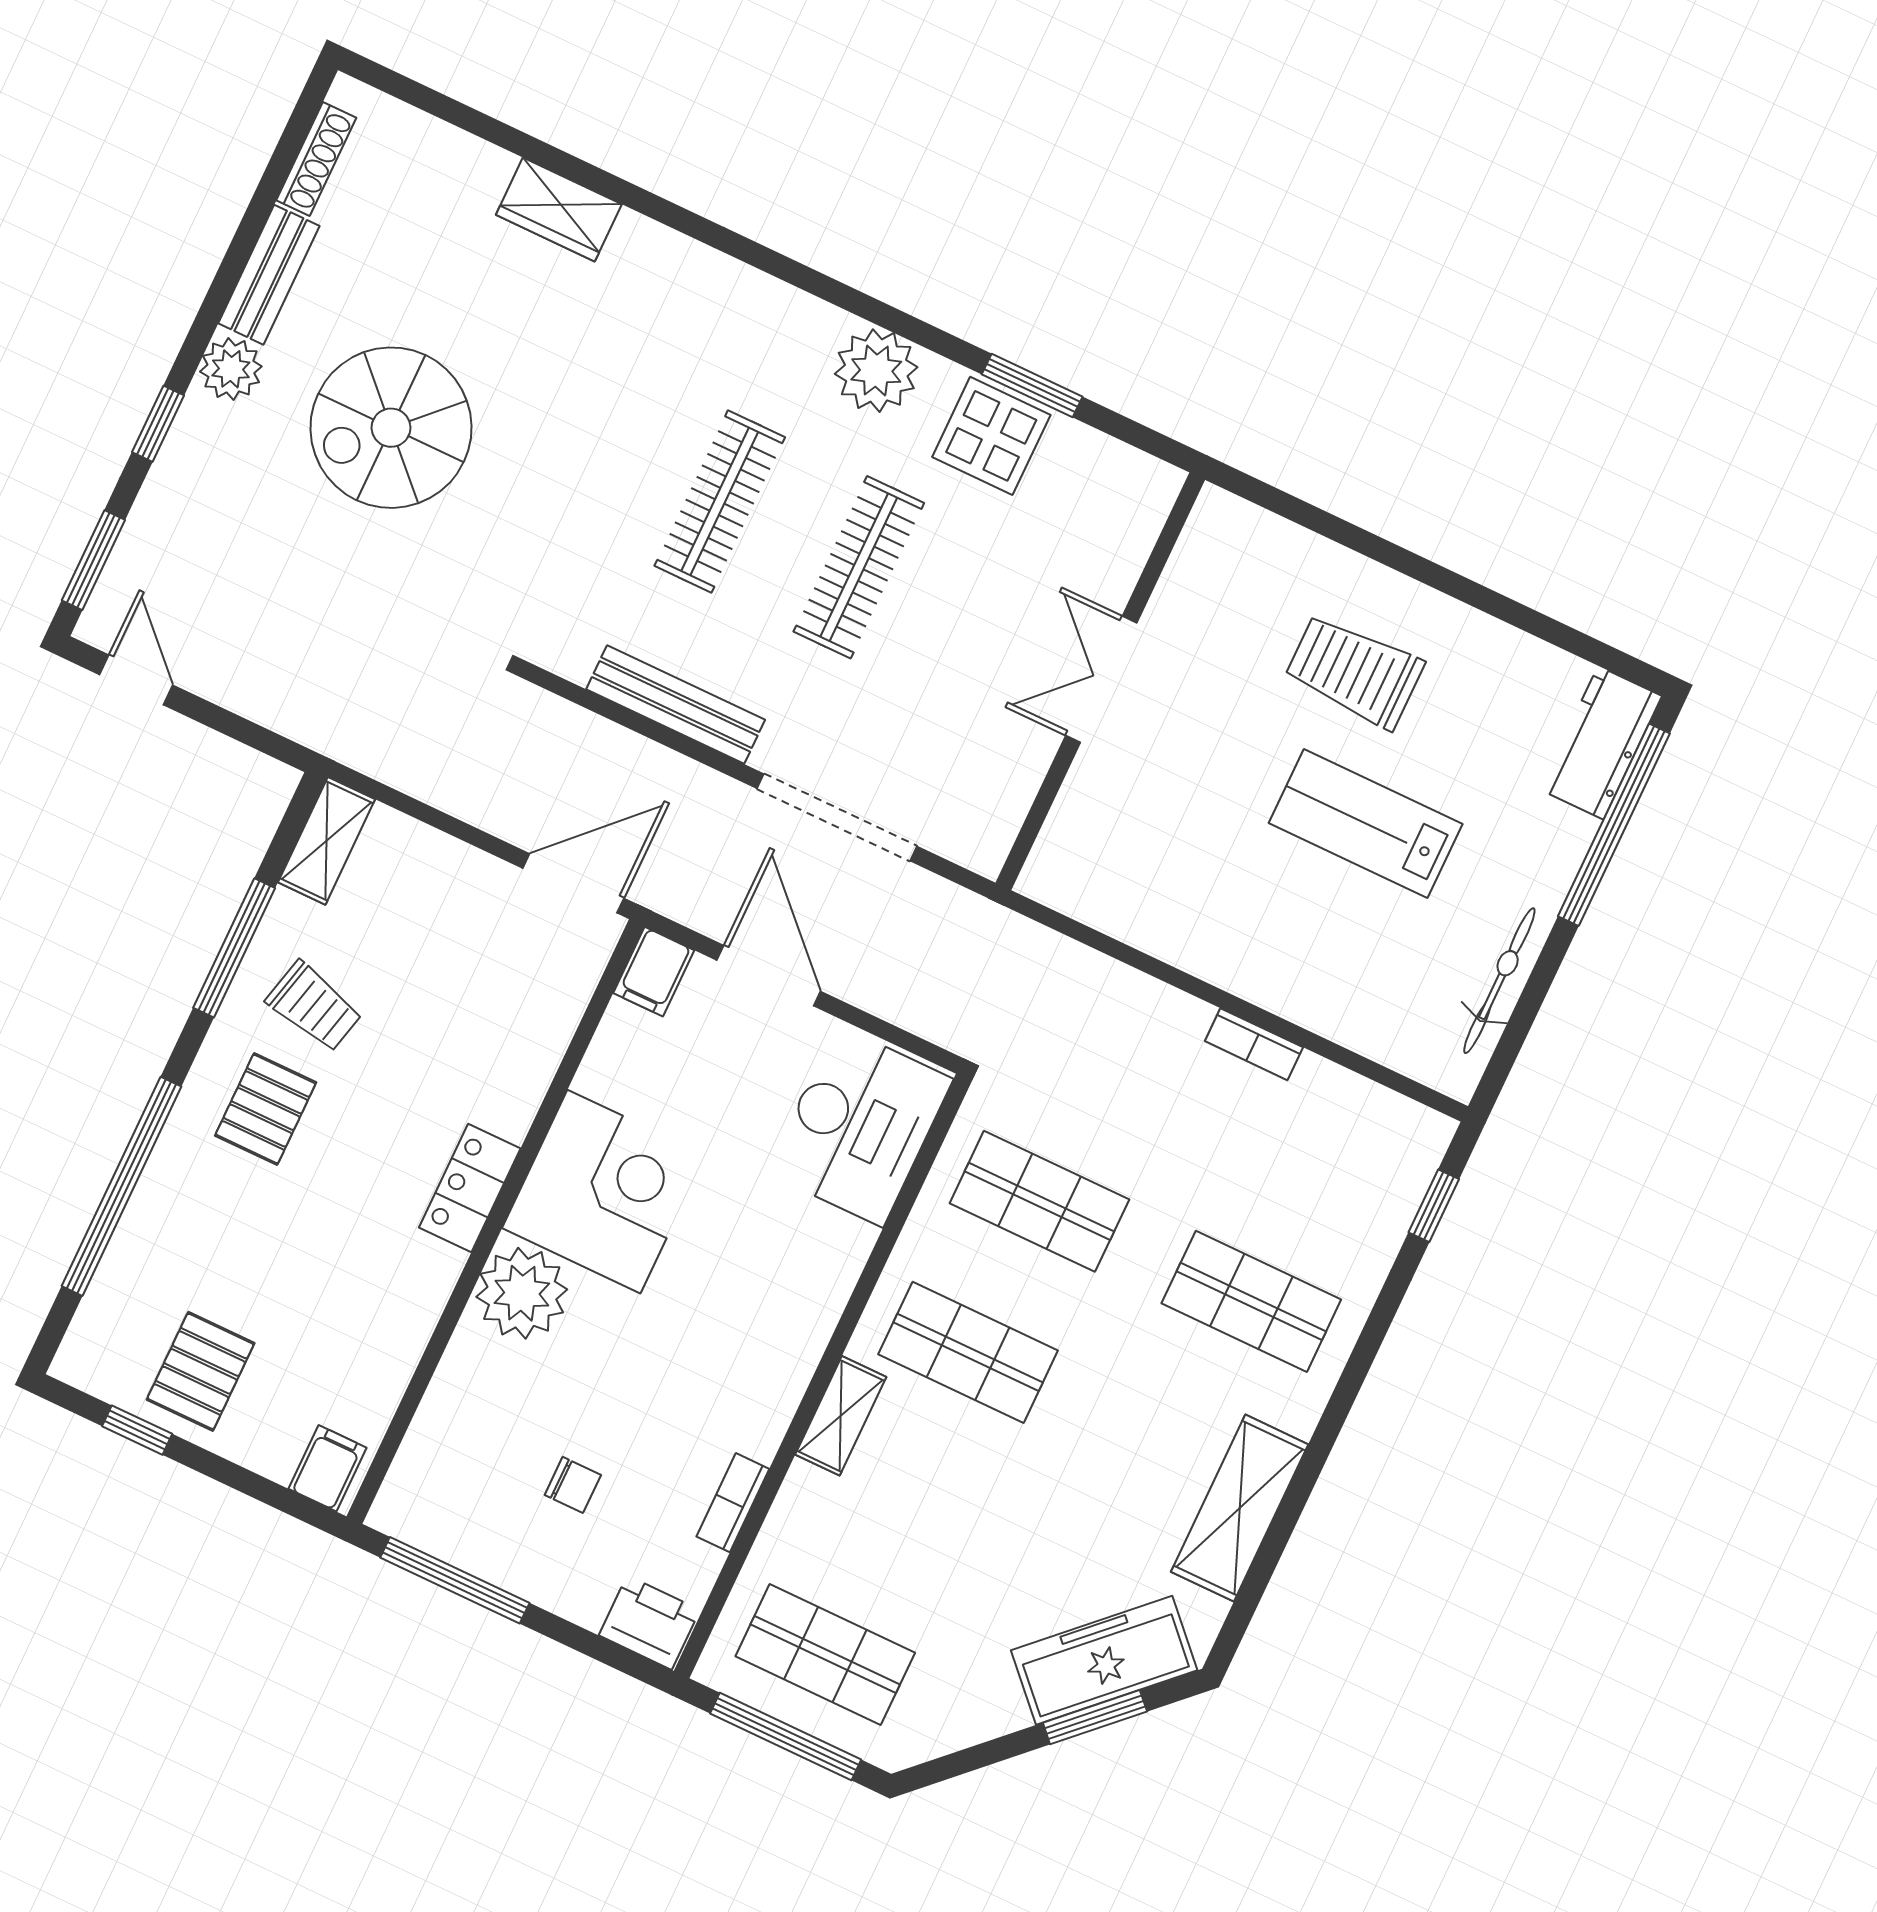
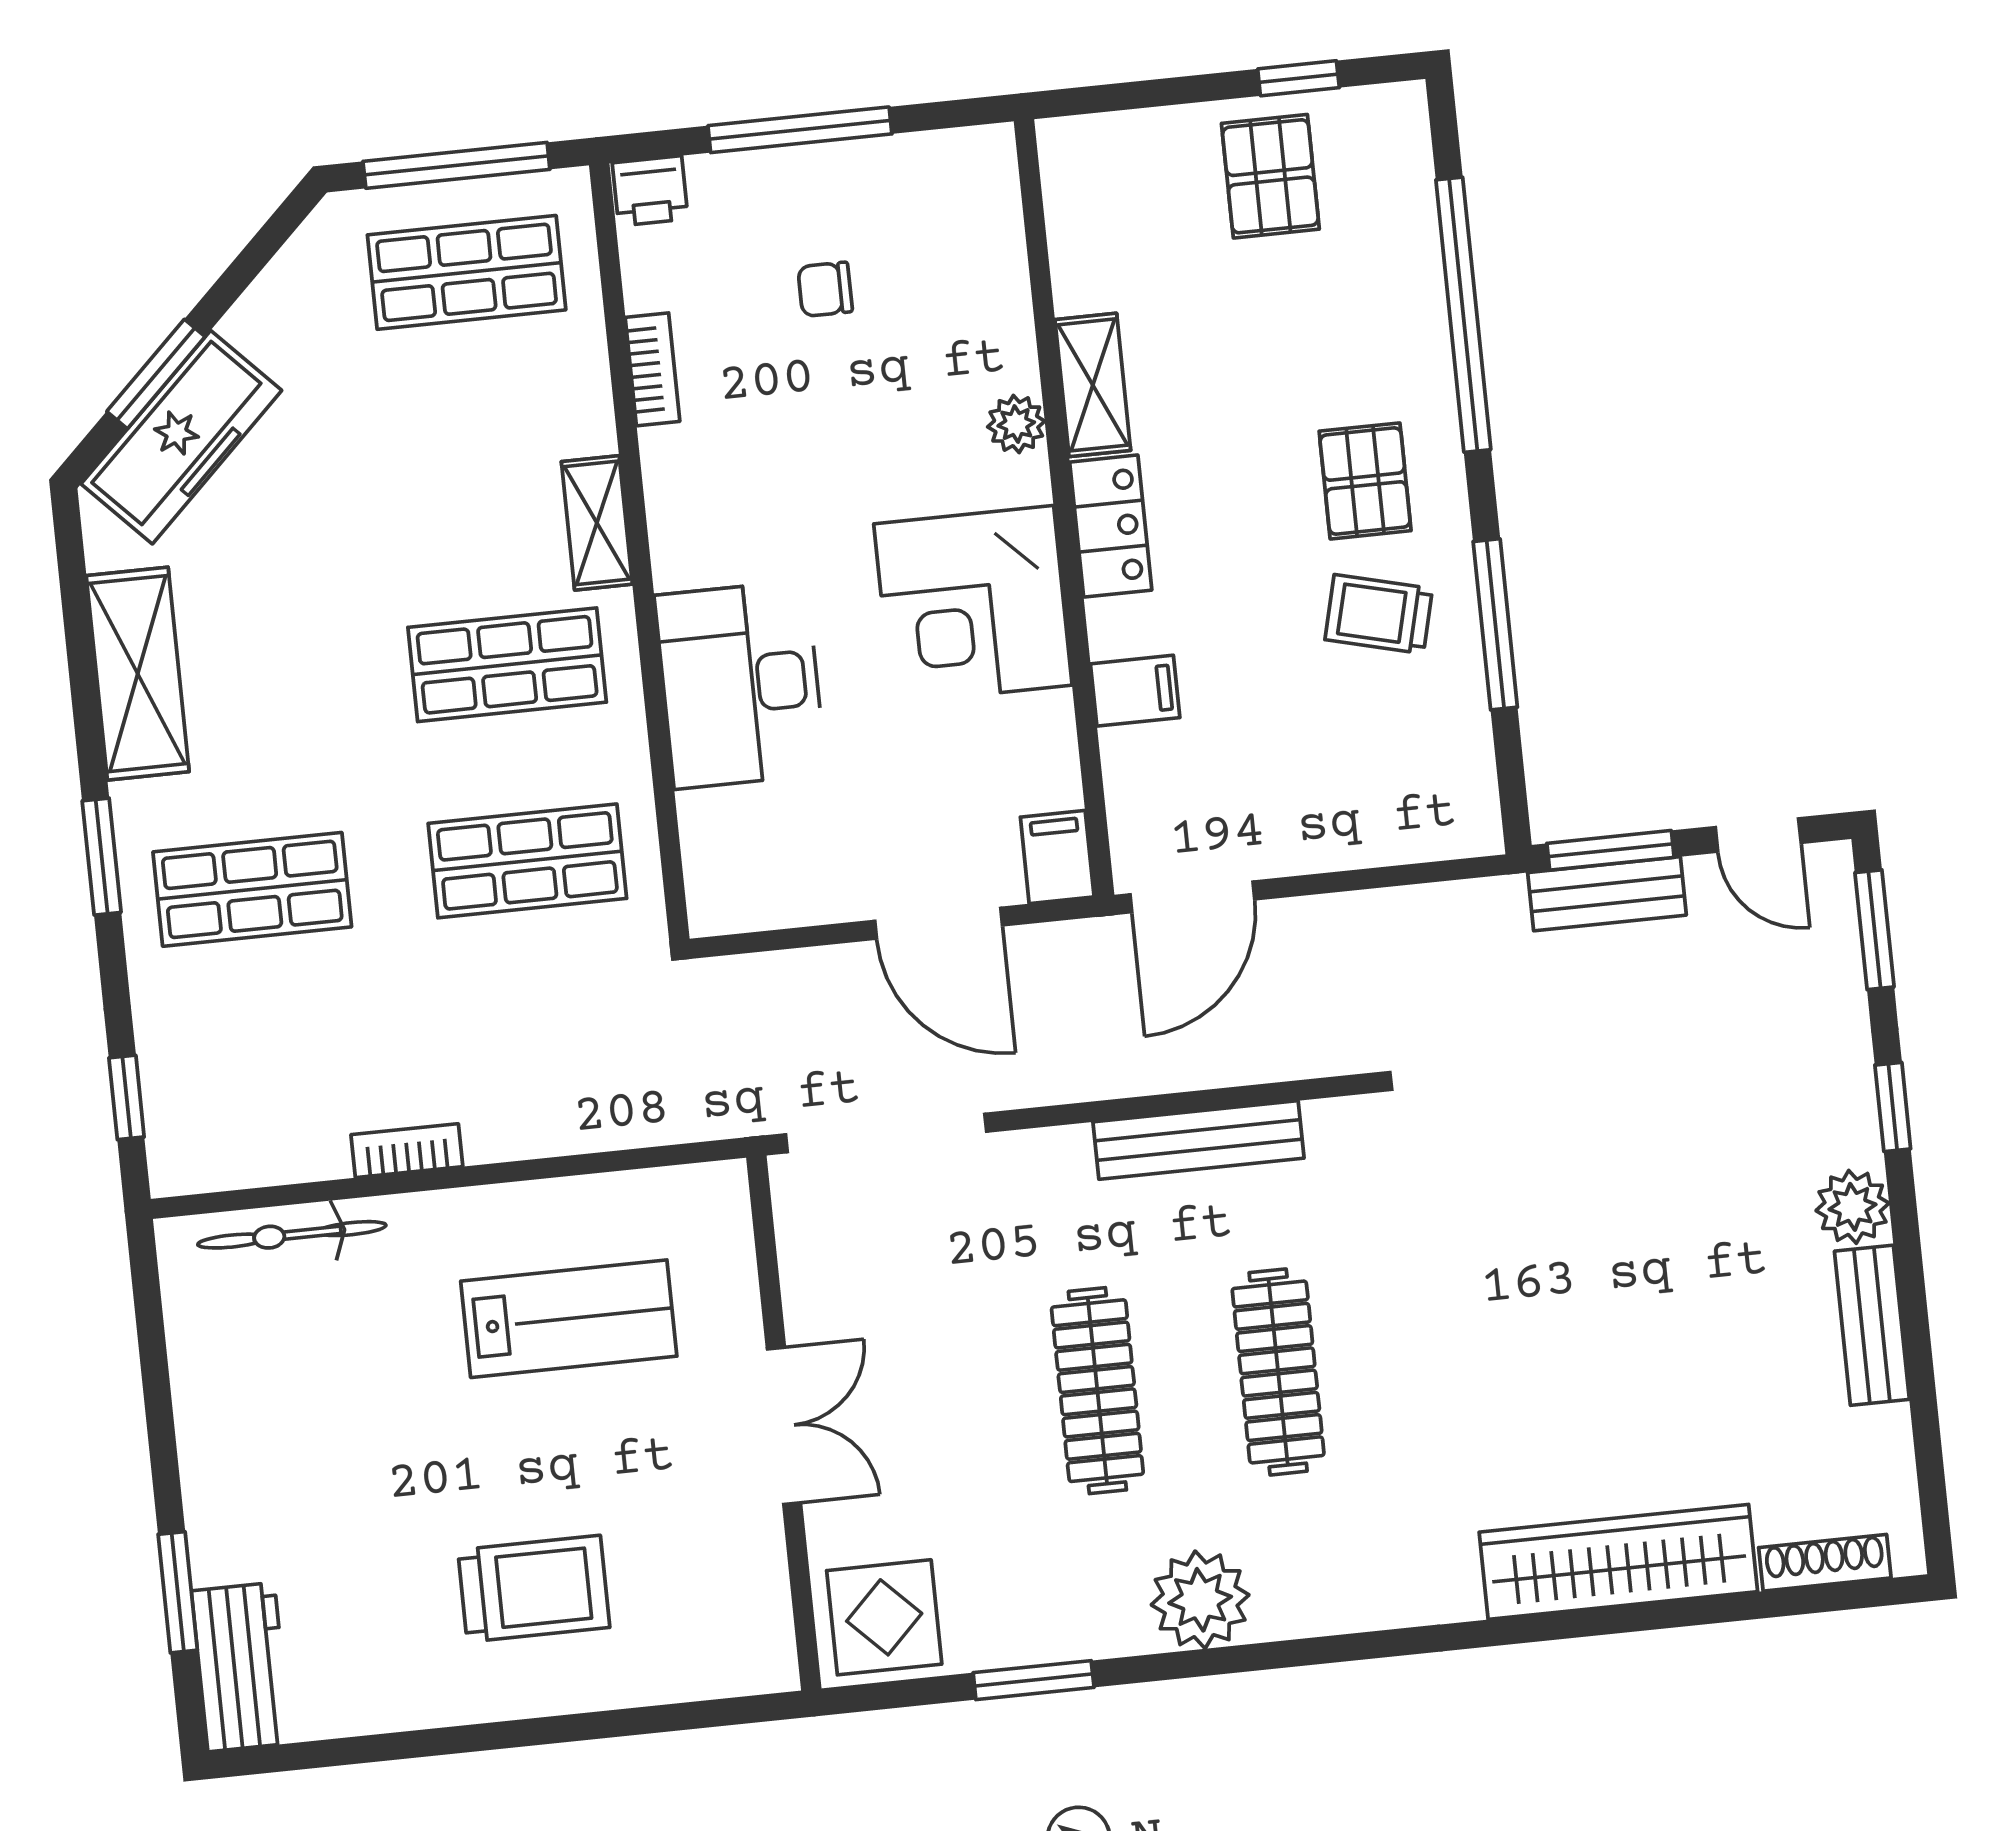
shoe rack: (316, 159) -> (1825, 1563), moved, turned 90
wardrobe: (559, 210) -> (1618, 1562), width x2.10, depth x1.17
spiral stairs: (391, 428) -> (1655, 1245), removed
display table: (991, 436) -> (884, 1617), moved
bench: (272, 704) -> (1607, 894), added
window: (250, 734) -> (1610, 850), added
doorway: (837, 817) -> (886, 1133), moved
lab bench: (1366, 823) -> (569, 1319), moved
window: (1614, 825) -> (178, 1592), width x0.47
shelving: (327, 841) -> (1093, 385), moved
bicycle: (1499, 981) -> (292, 1235), moved, turned 90
desk: (860, 1126) -> (740, 685), moved
plant: (522, 1293) -> (1016, 424), width x0.53, depth x0.53
window: (1346, 1391) -> (102, 857), added
filing cabinet: (328, 1468) -> (1135, 691), moved, turned -90
window: (455, 1580) -> (800, 130), moved
printer: (649, 1623) -> (650, 191), width x0.73, depth x0.81

